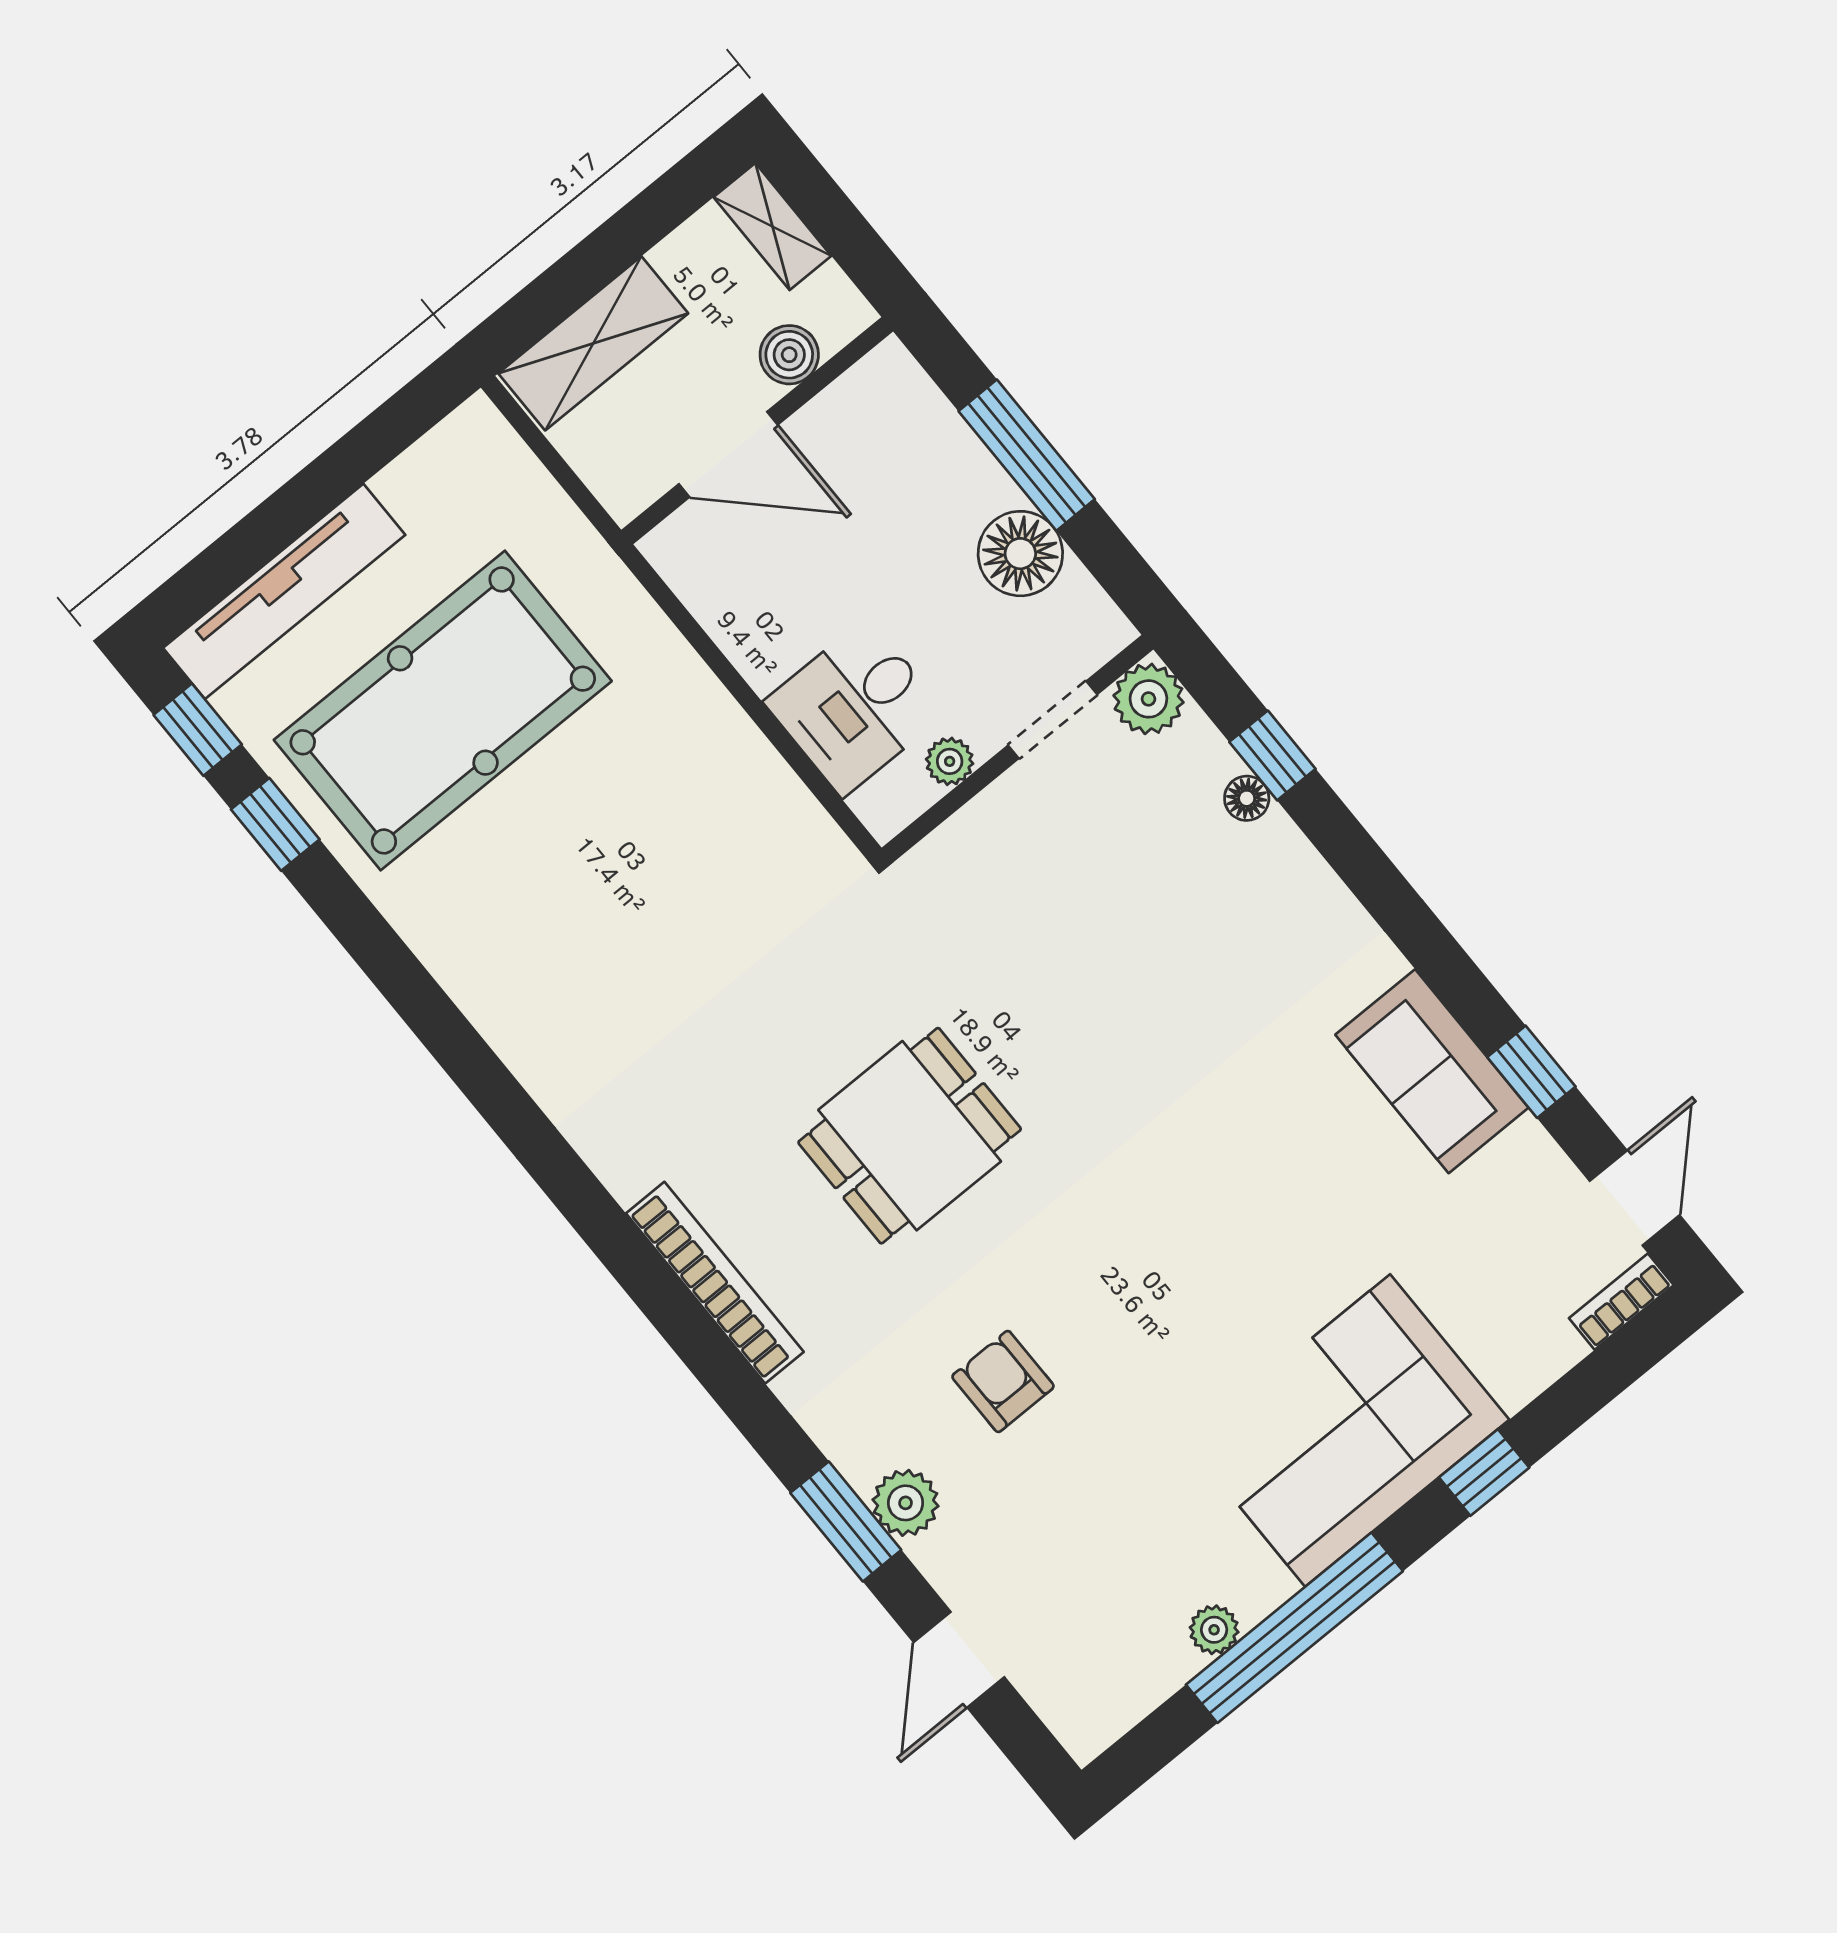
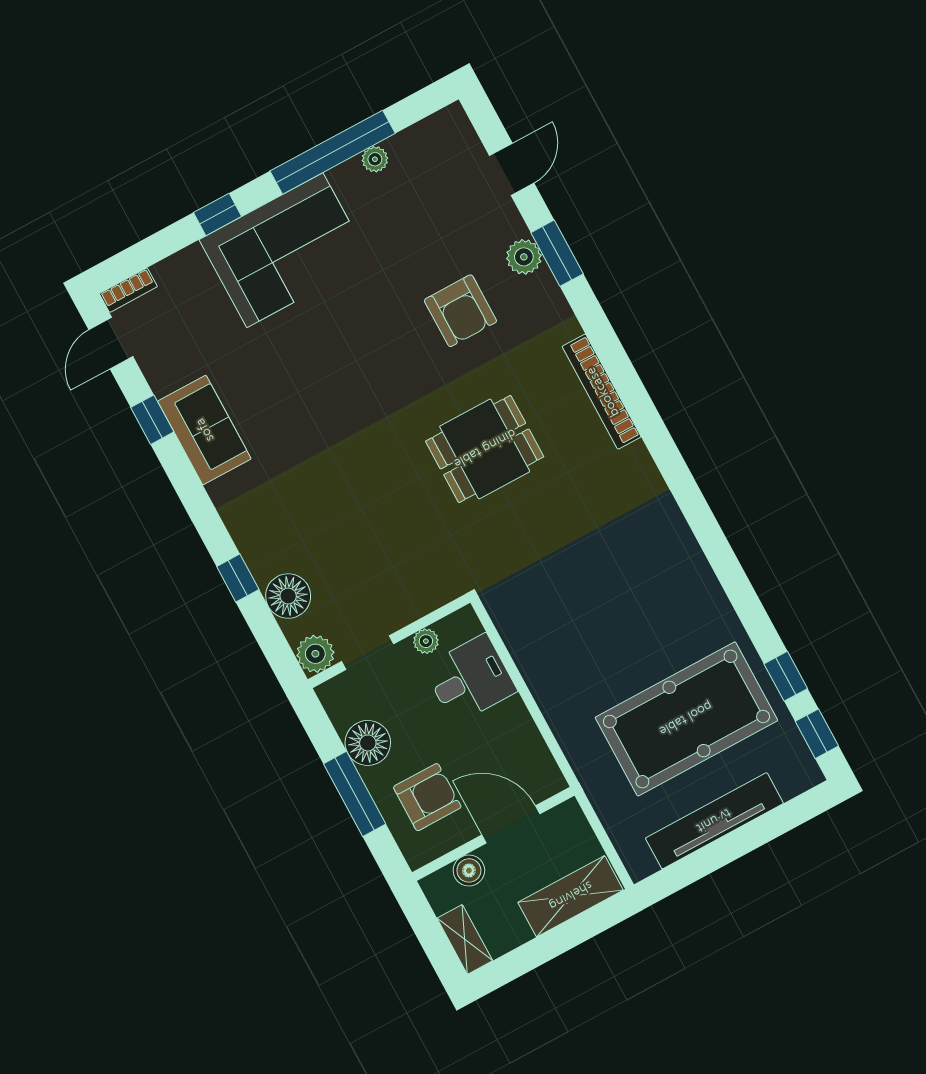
armchair: (892, 475) -> (427, 797), added
tv unit: (284, 591) -> (714, 821), moved
window: (1272, 755) -> (238, 578), moved
floor lamp: (1247, 798) -> (288, 596), width x1.89, depth x1.89
armchair: (1003, 1381) -> (460, 311), width x1.38, depth x1.38

